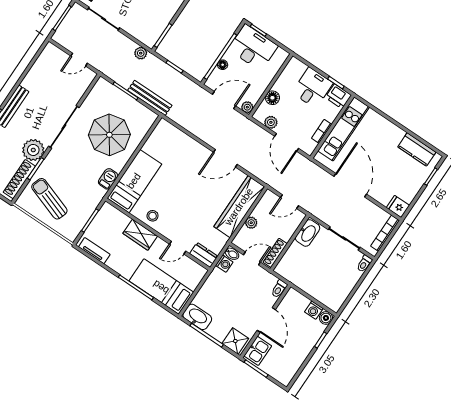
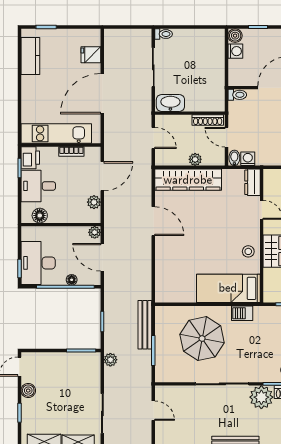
floor lamp: (272, 98) -> (40, 216), moved
fridge: (398, 206) -> (91, 55), moved, turned 90
bookcase: (385, 233) -> (124, 34), removed

